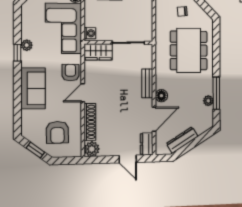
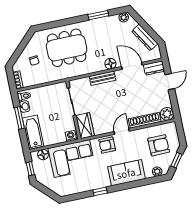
plant: (27, 45) -> (157, 172), moved
door: (83, 93) -> (122, 131), swing flipped
window: (216, 93) -> (98, 15), width x0.69
plant: (208, 101) -> (124, 17), moved

